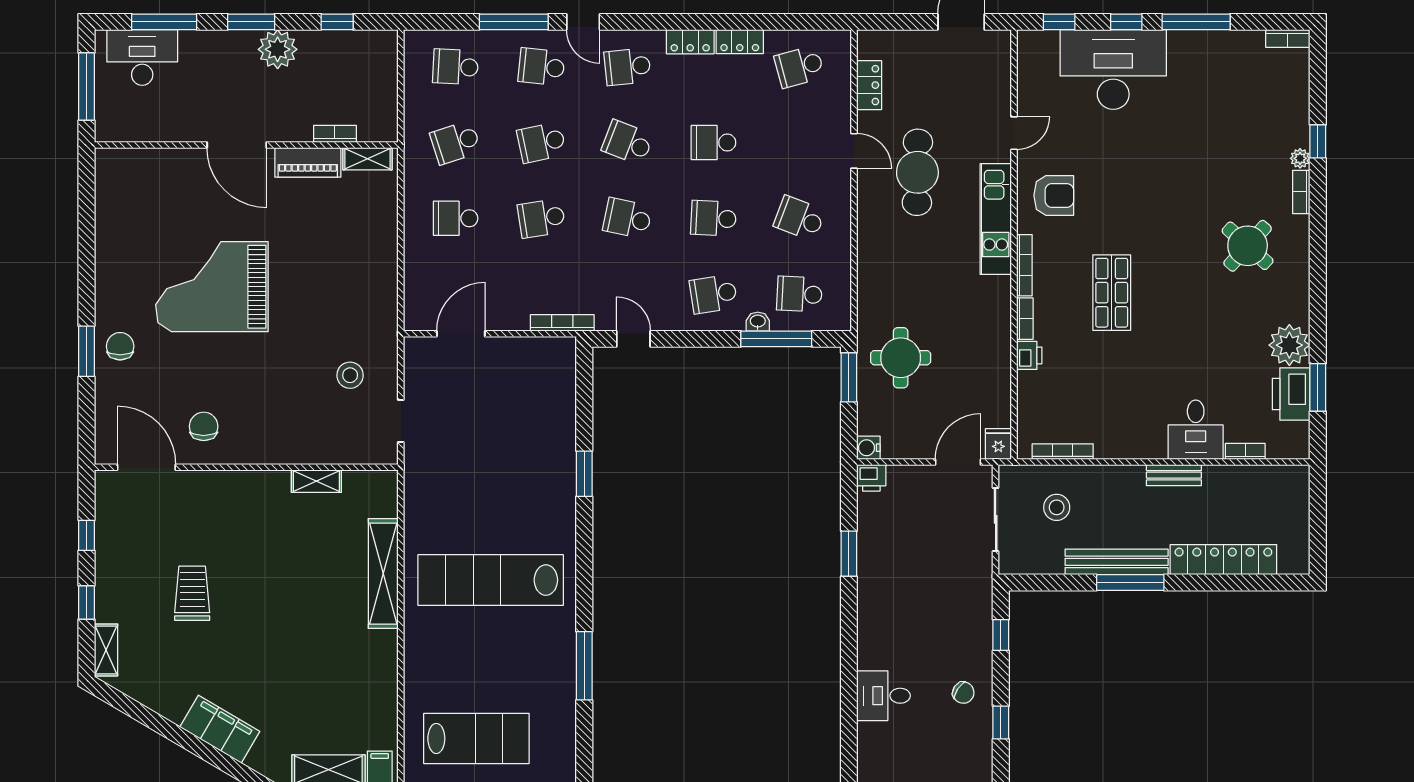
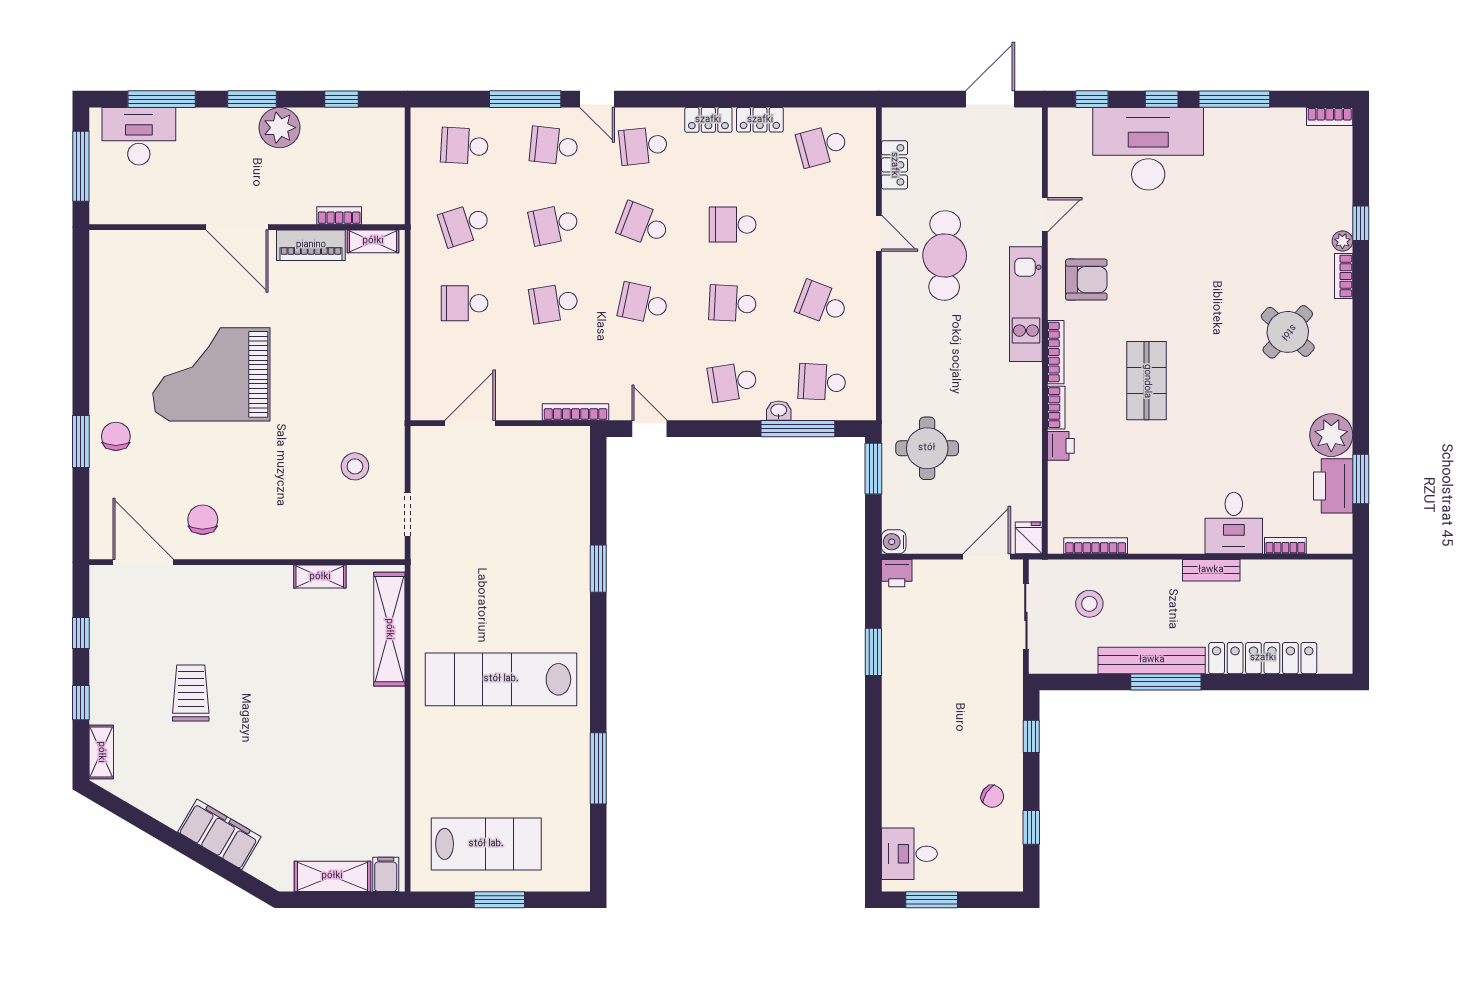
shelving: (383, 574) -> (389, 629), moved
desk: (884, 696) -> (909, 854), moved

